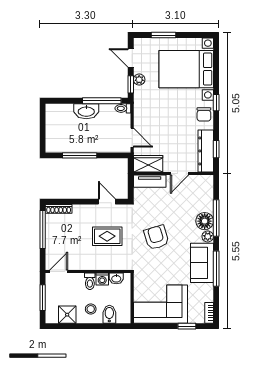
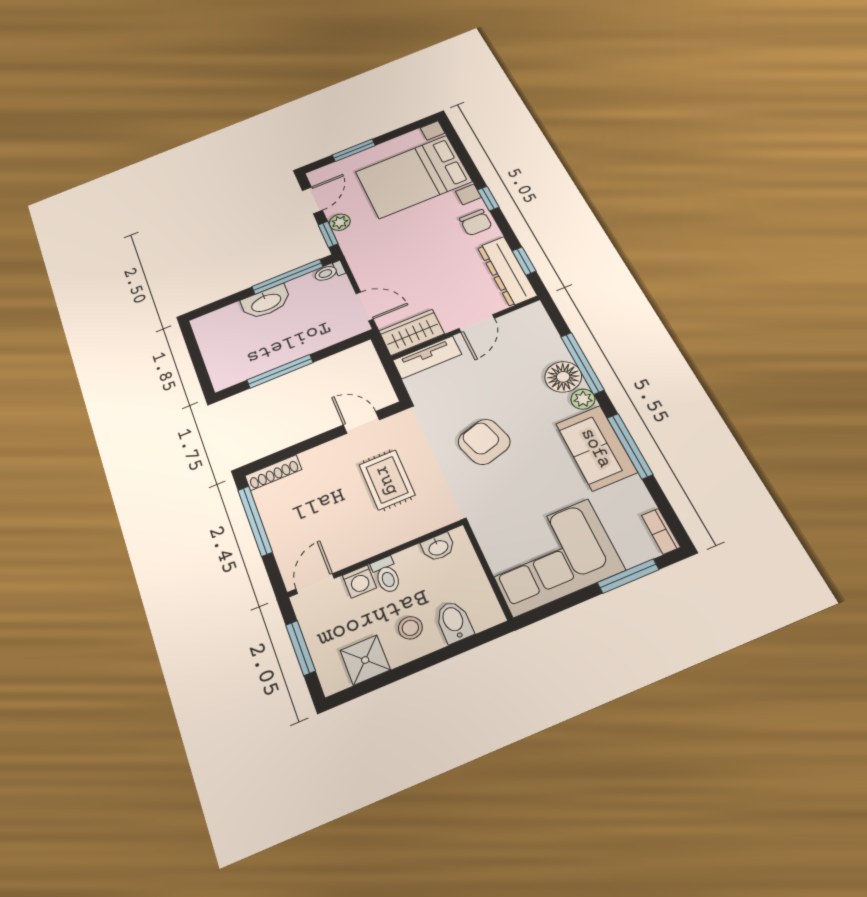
door: (131, 58) -> (312, 200), swing flipped
rug: (107, 236) -> (387, 480), turned 90
washing machine: (102, 279) -> (359, 582), moved
window: (187, 326) -> (628, 576), width x1.50

